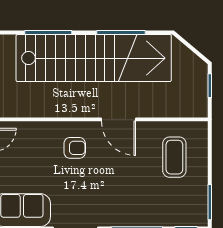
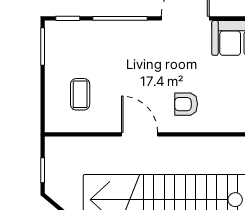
coffee table: (174, 157) -> (80, 94), width x0.73, depth x0.77

